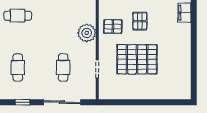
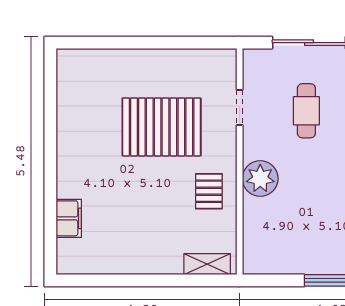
pallet: (140, 21) -> (156, 202), removed
pallet: (113, 26) -> (209, 191), turned 90

